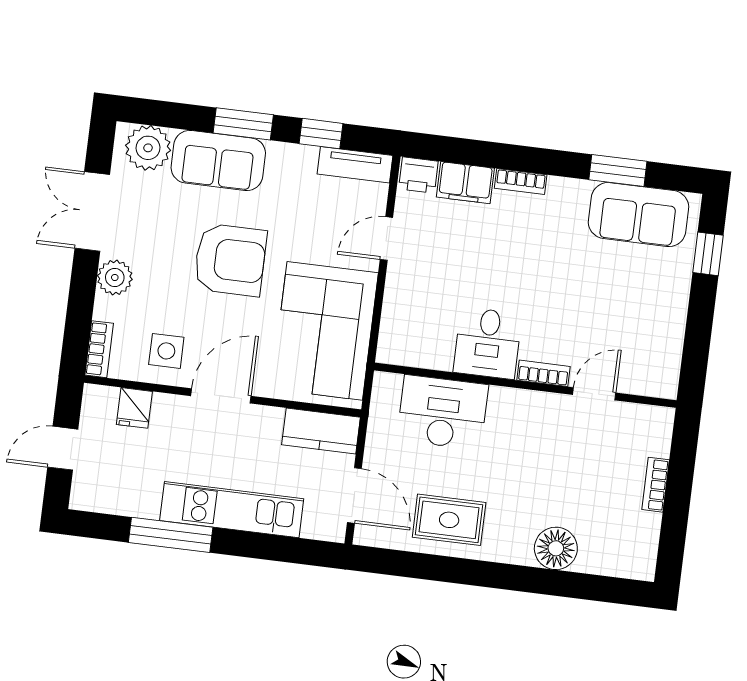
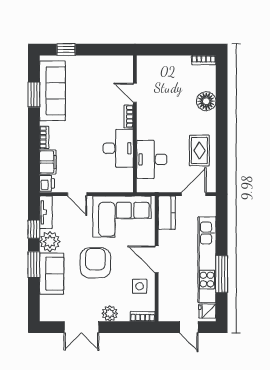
plant: (148, 148) -> (50, 242), moved
sofa: (639, 215) -> (52, 91), width x1.36
desk: (488, 343) -> (118, 148), width x1.37
fridge: (134, 408) -> (207, 311), moved, turned 180
bookcase: (656, 485) -> (204, 60), moved
kitchen unit: (232, 510) -> (207, 260), width x1.36

